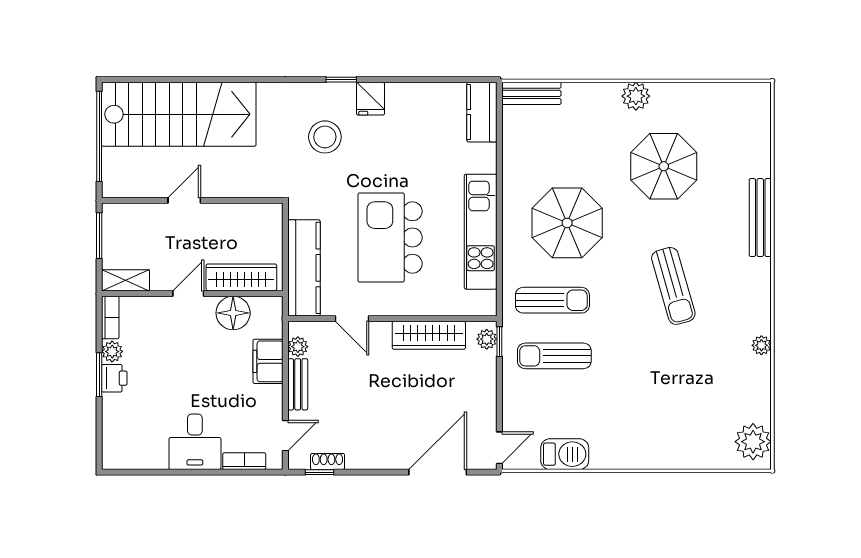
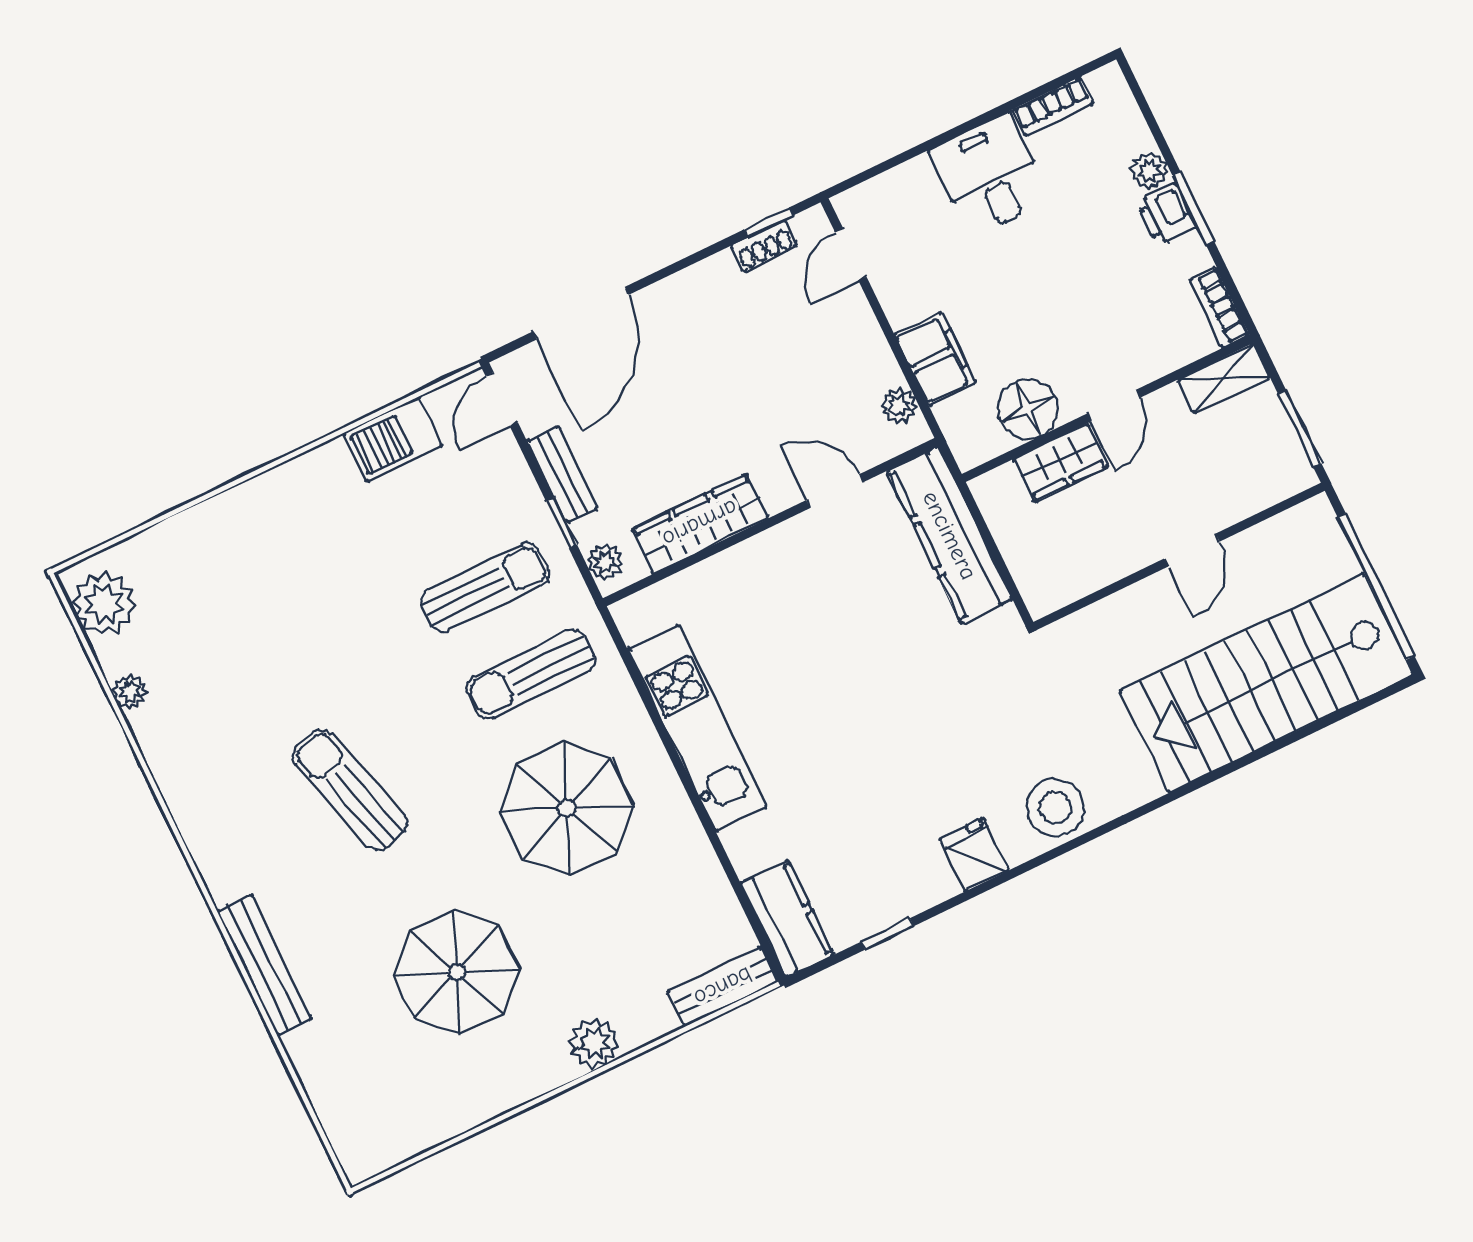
window: (341, 80) -> (887, 934), moved
plant: (636, 96) -> (594, 1043), moved
stool: (325, 137) -> (1055, 807), moved
kitchen island: (390, 237) -> (837, 649), removed
wardrobe: (241, 277) -> (1061, 463), width x0.67
window: (499, 342) -> (561, 523), moved
plant: (761, 345) -> (130, 692), moved
plant: (112, 352) -> (1149, 171), moved
bench: (298, 384) -> (562, 474), moved
bookcase: (244, 461) -> (1053, 107), moved

